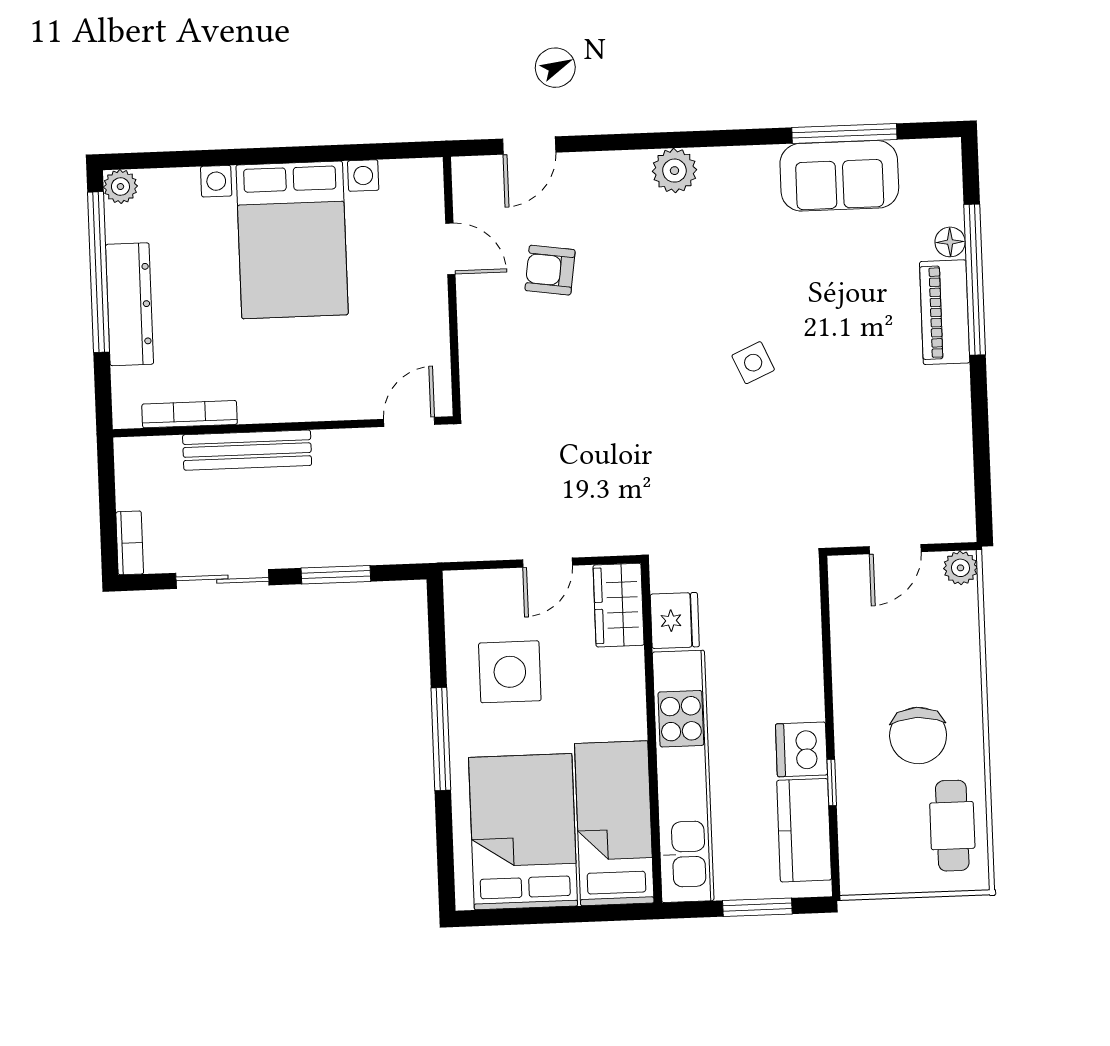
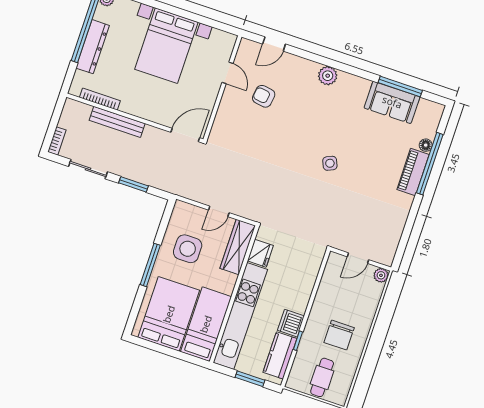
door: (409, 422) -> (185, 135), width x1.38
wardrobe: (619, 605) -> (238, 247), width x1.50
cafe table: (952, 826) -> (322, 377), moved

